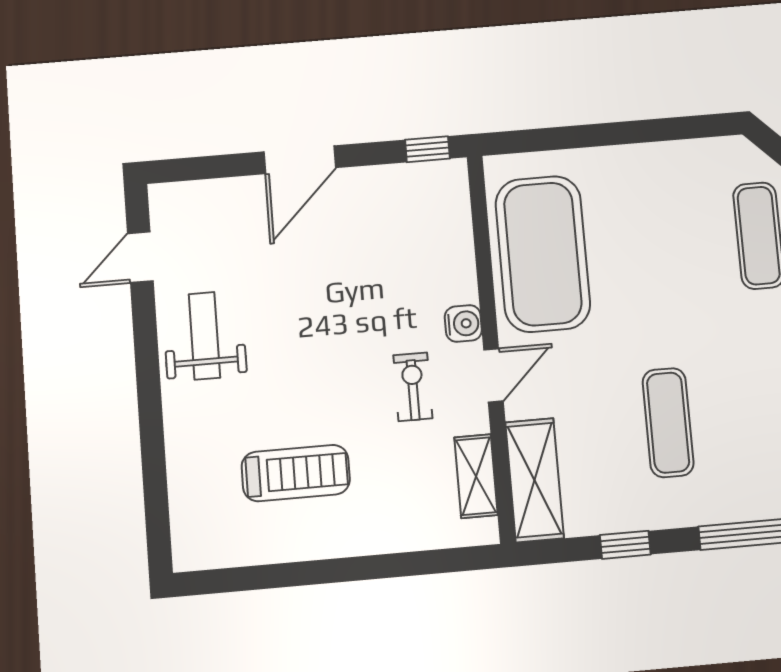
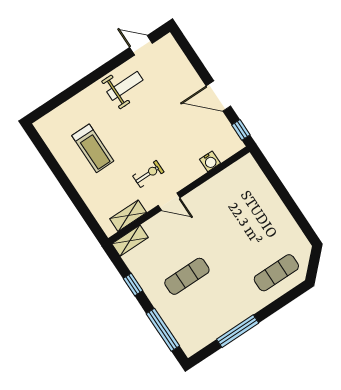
door: (300, 160) -> (218, 96), moved
exercise mat: (543, 254) -> (225, 195), removed
water cooler: (463, 324) -> (210, 161), moved
shelving: (534, 480) -> (130, 241), width x0.67, depth x0.75

